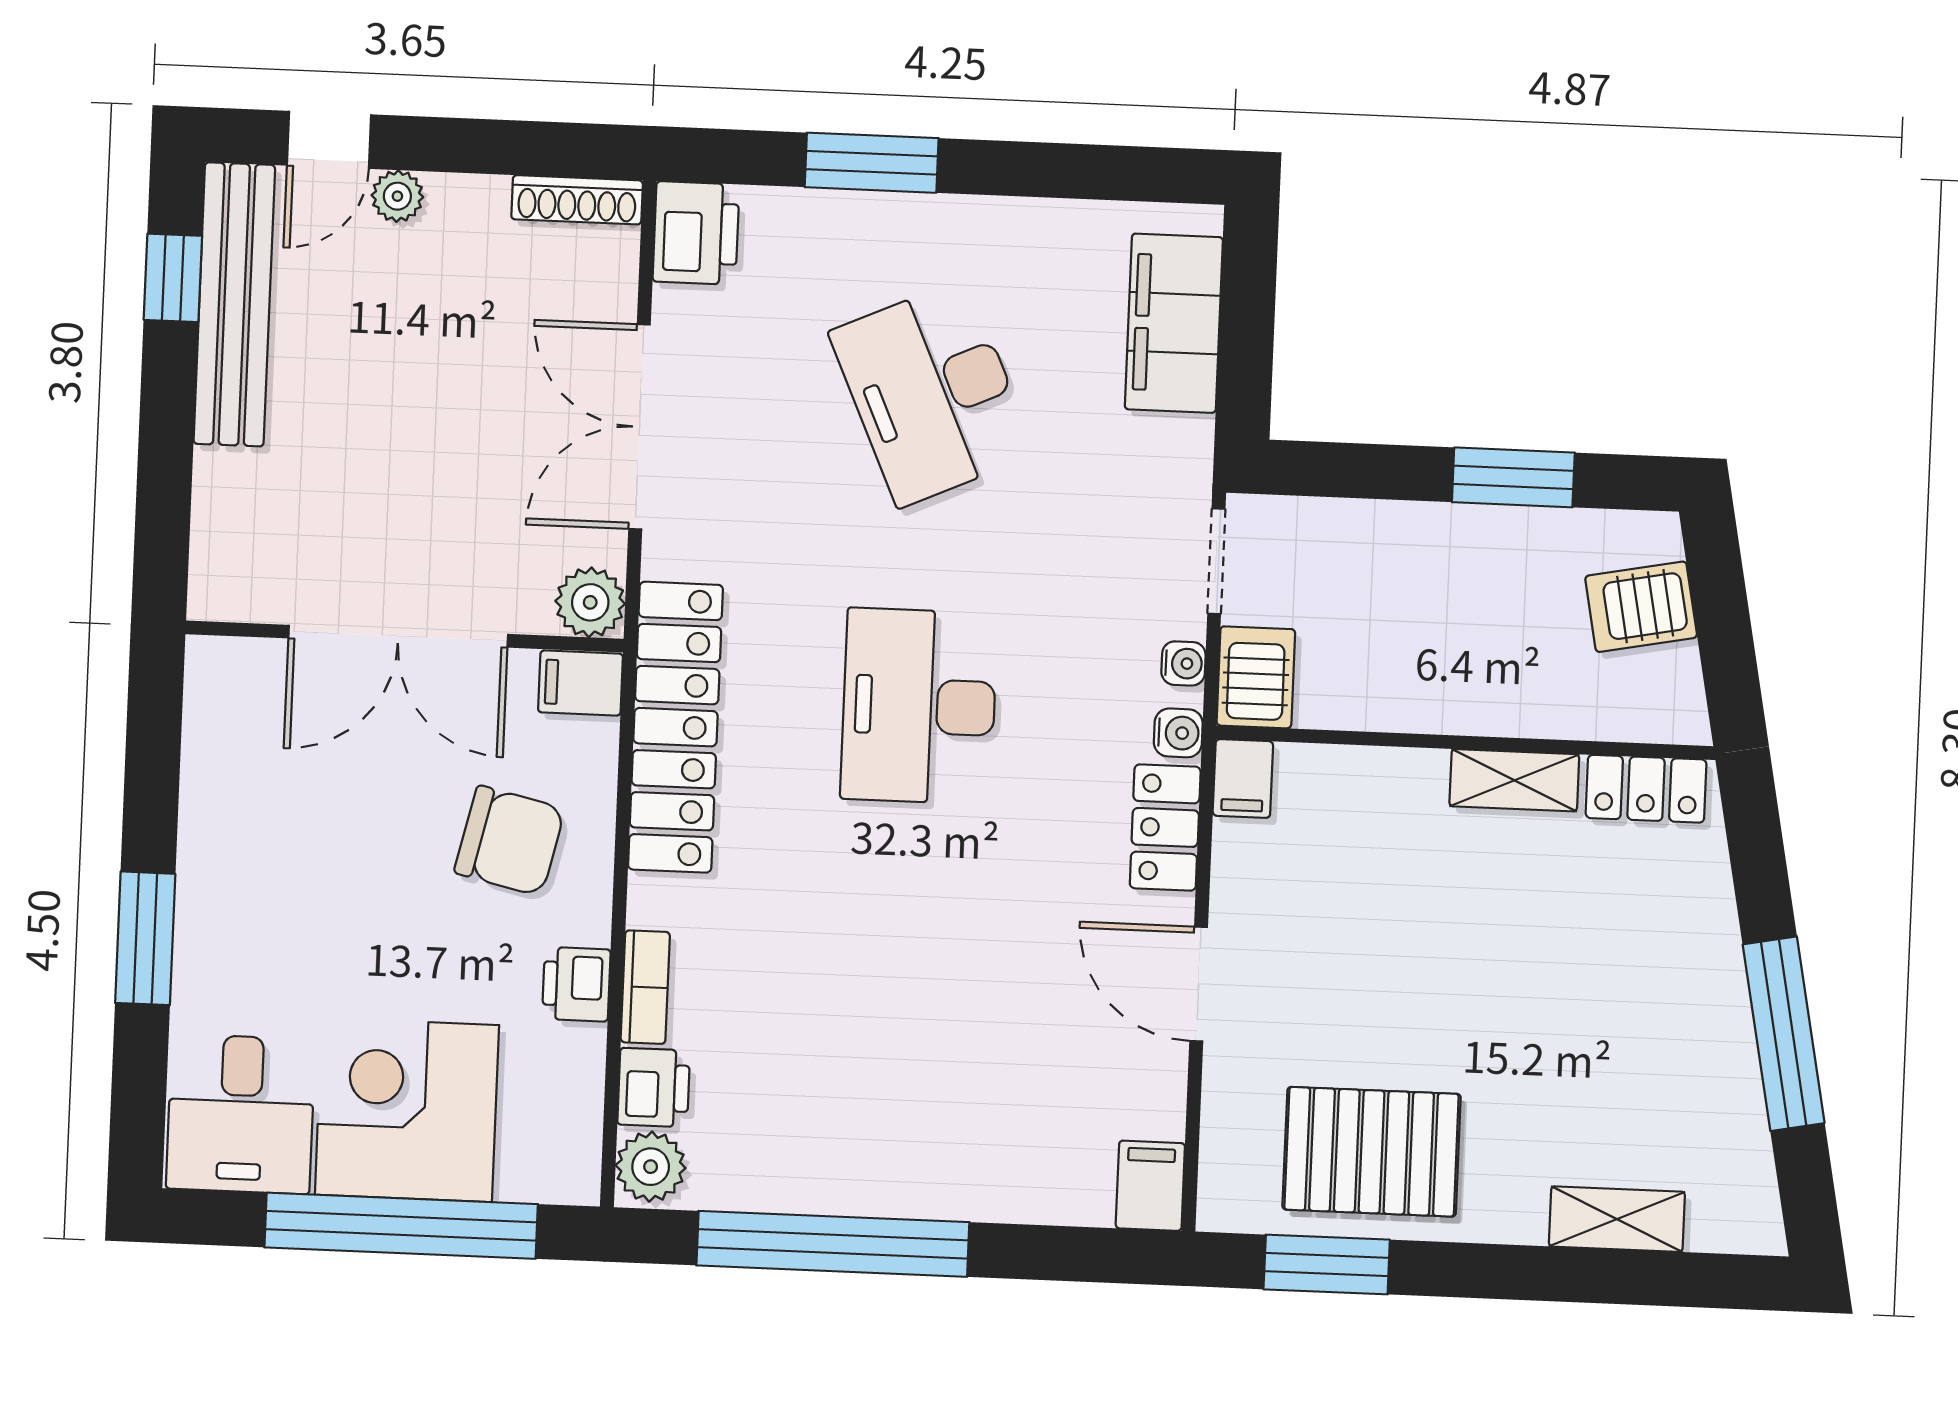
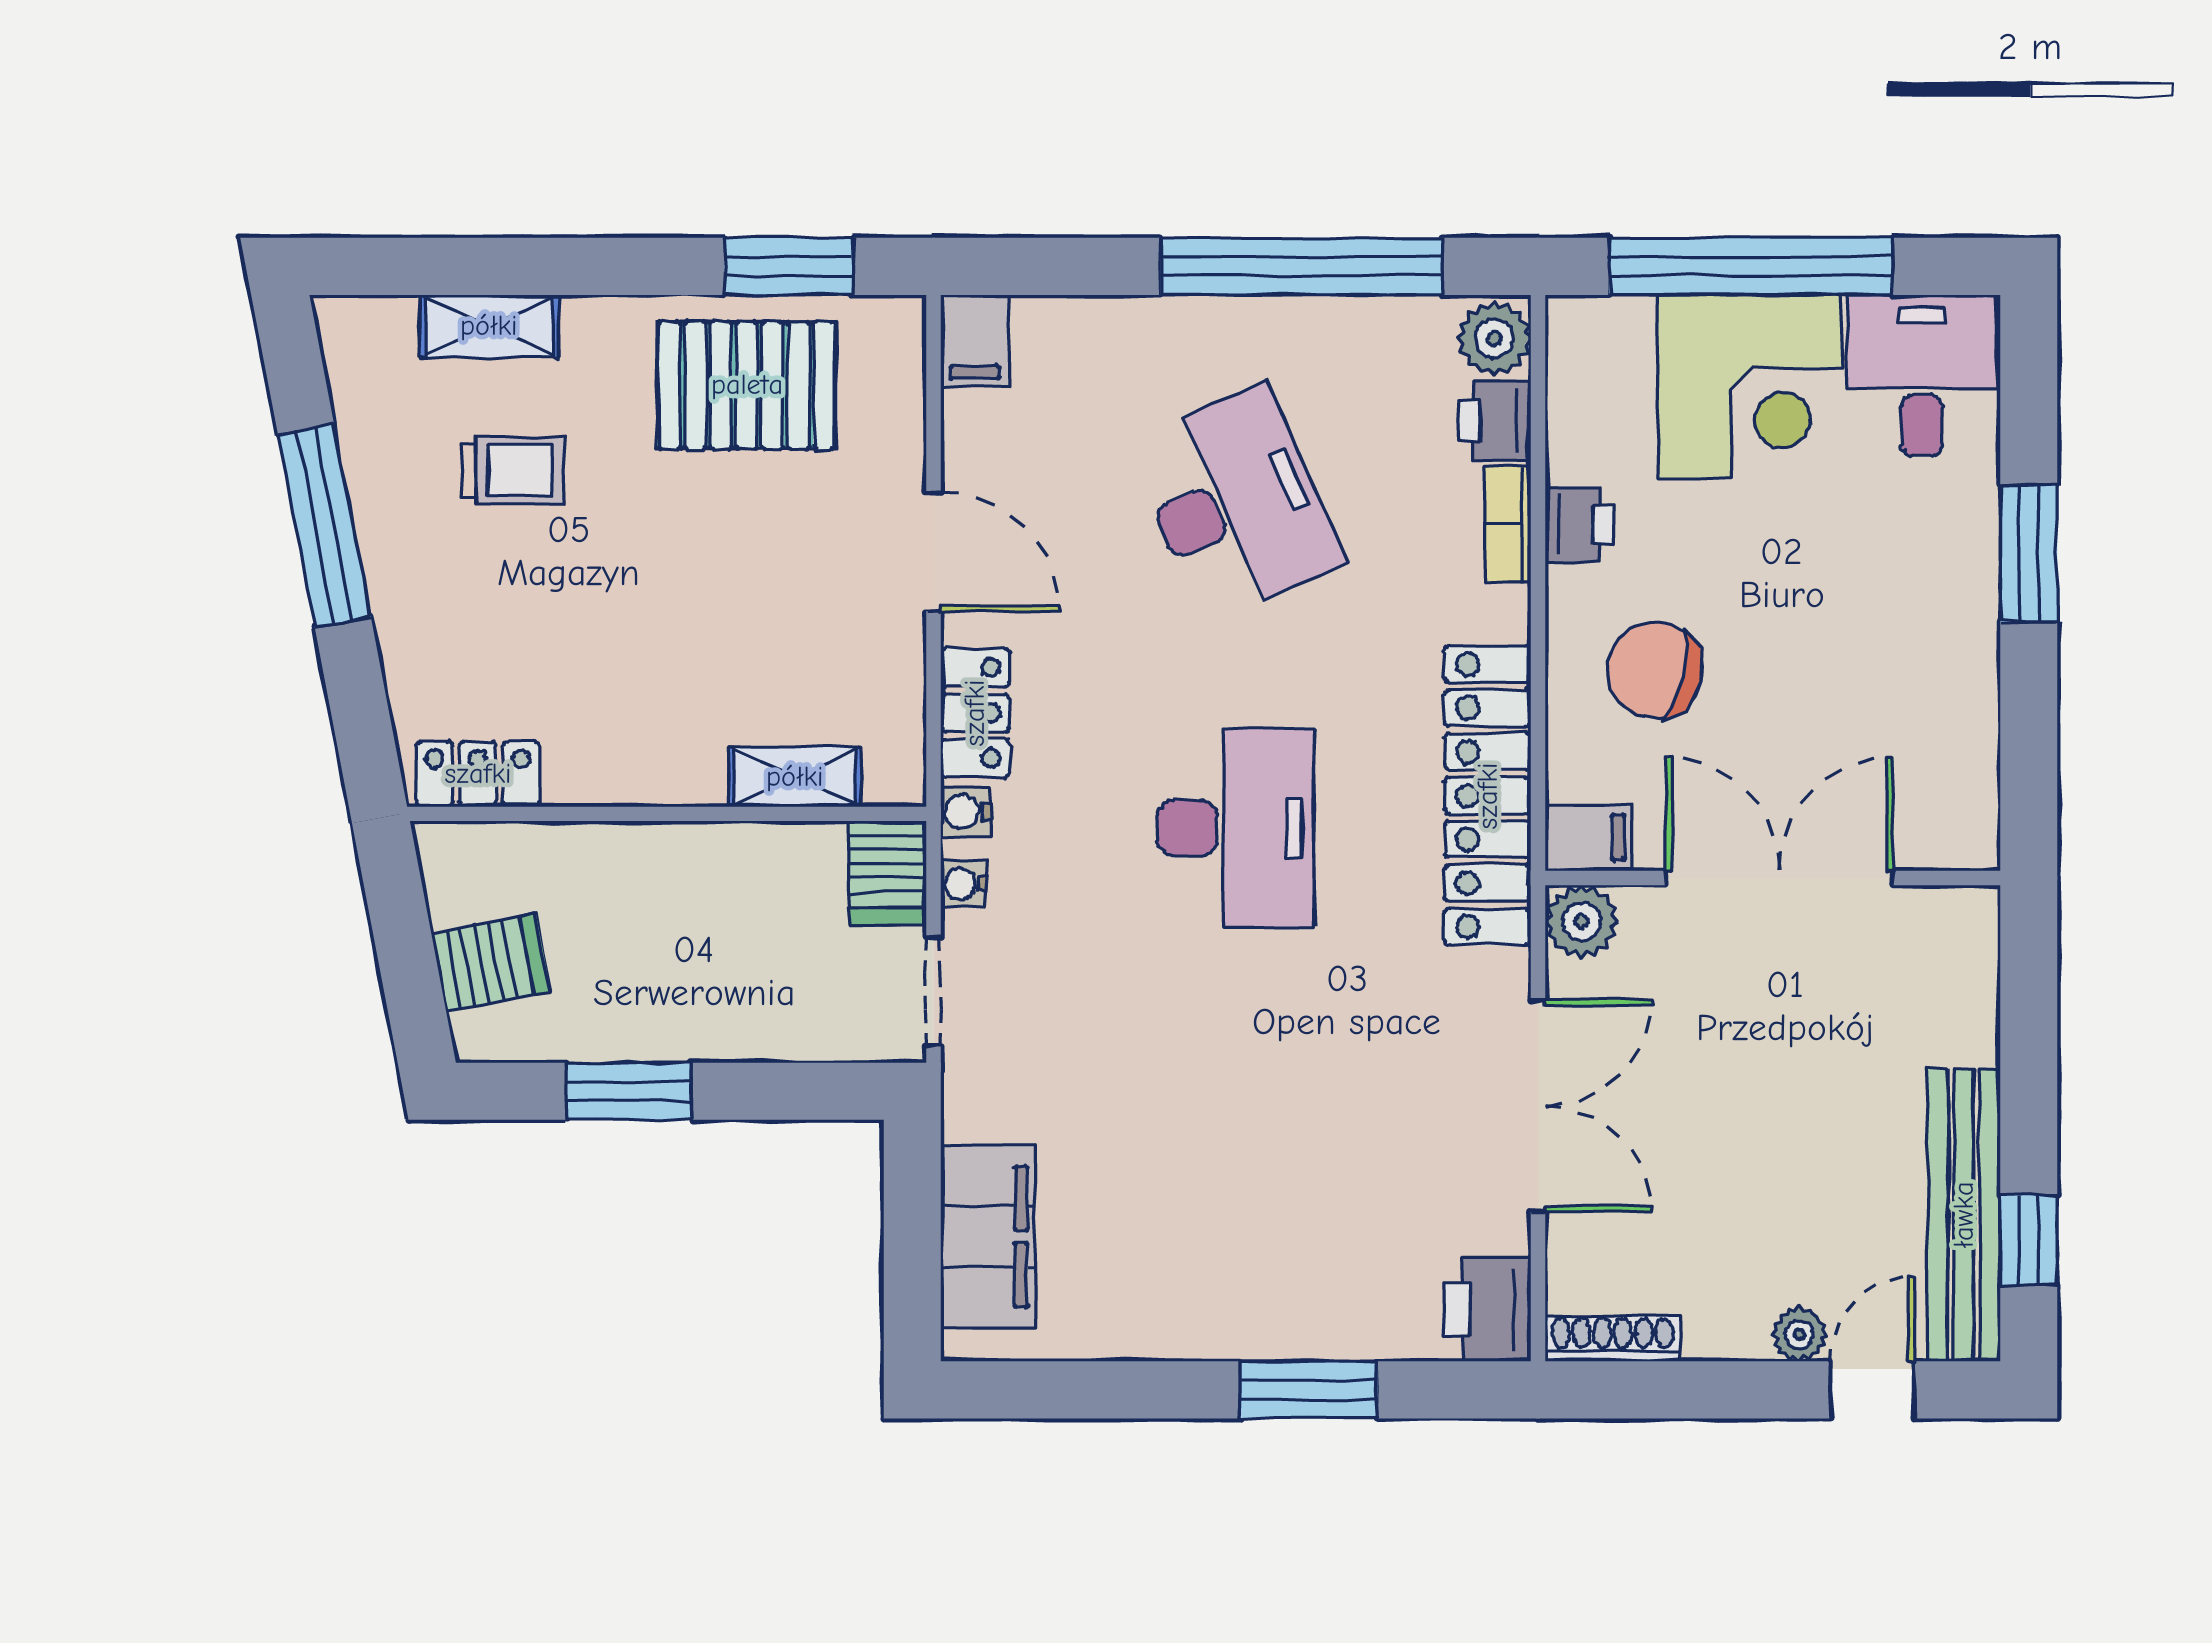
desk: (932, 393) -> (1236, 503), moved
filing cabinet: (1243, 779) -> (897, 767), removed
shelving: (1514, 780) -> (795, 777), moved
trolley: (1600, 1079) -> (513, 470), added

